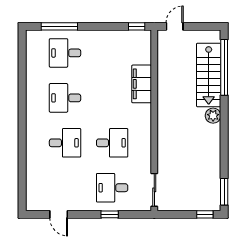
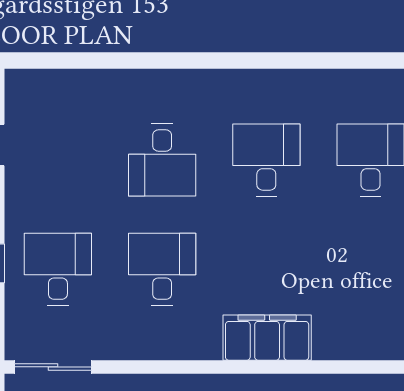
filing cabinet: (142, 84) -> (267, 338), moved
desk: (112, 143) -> (162, 269), turned 180

